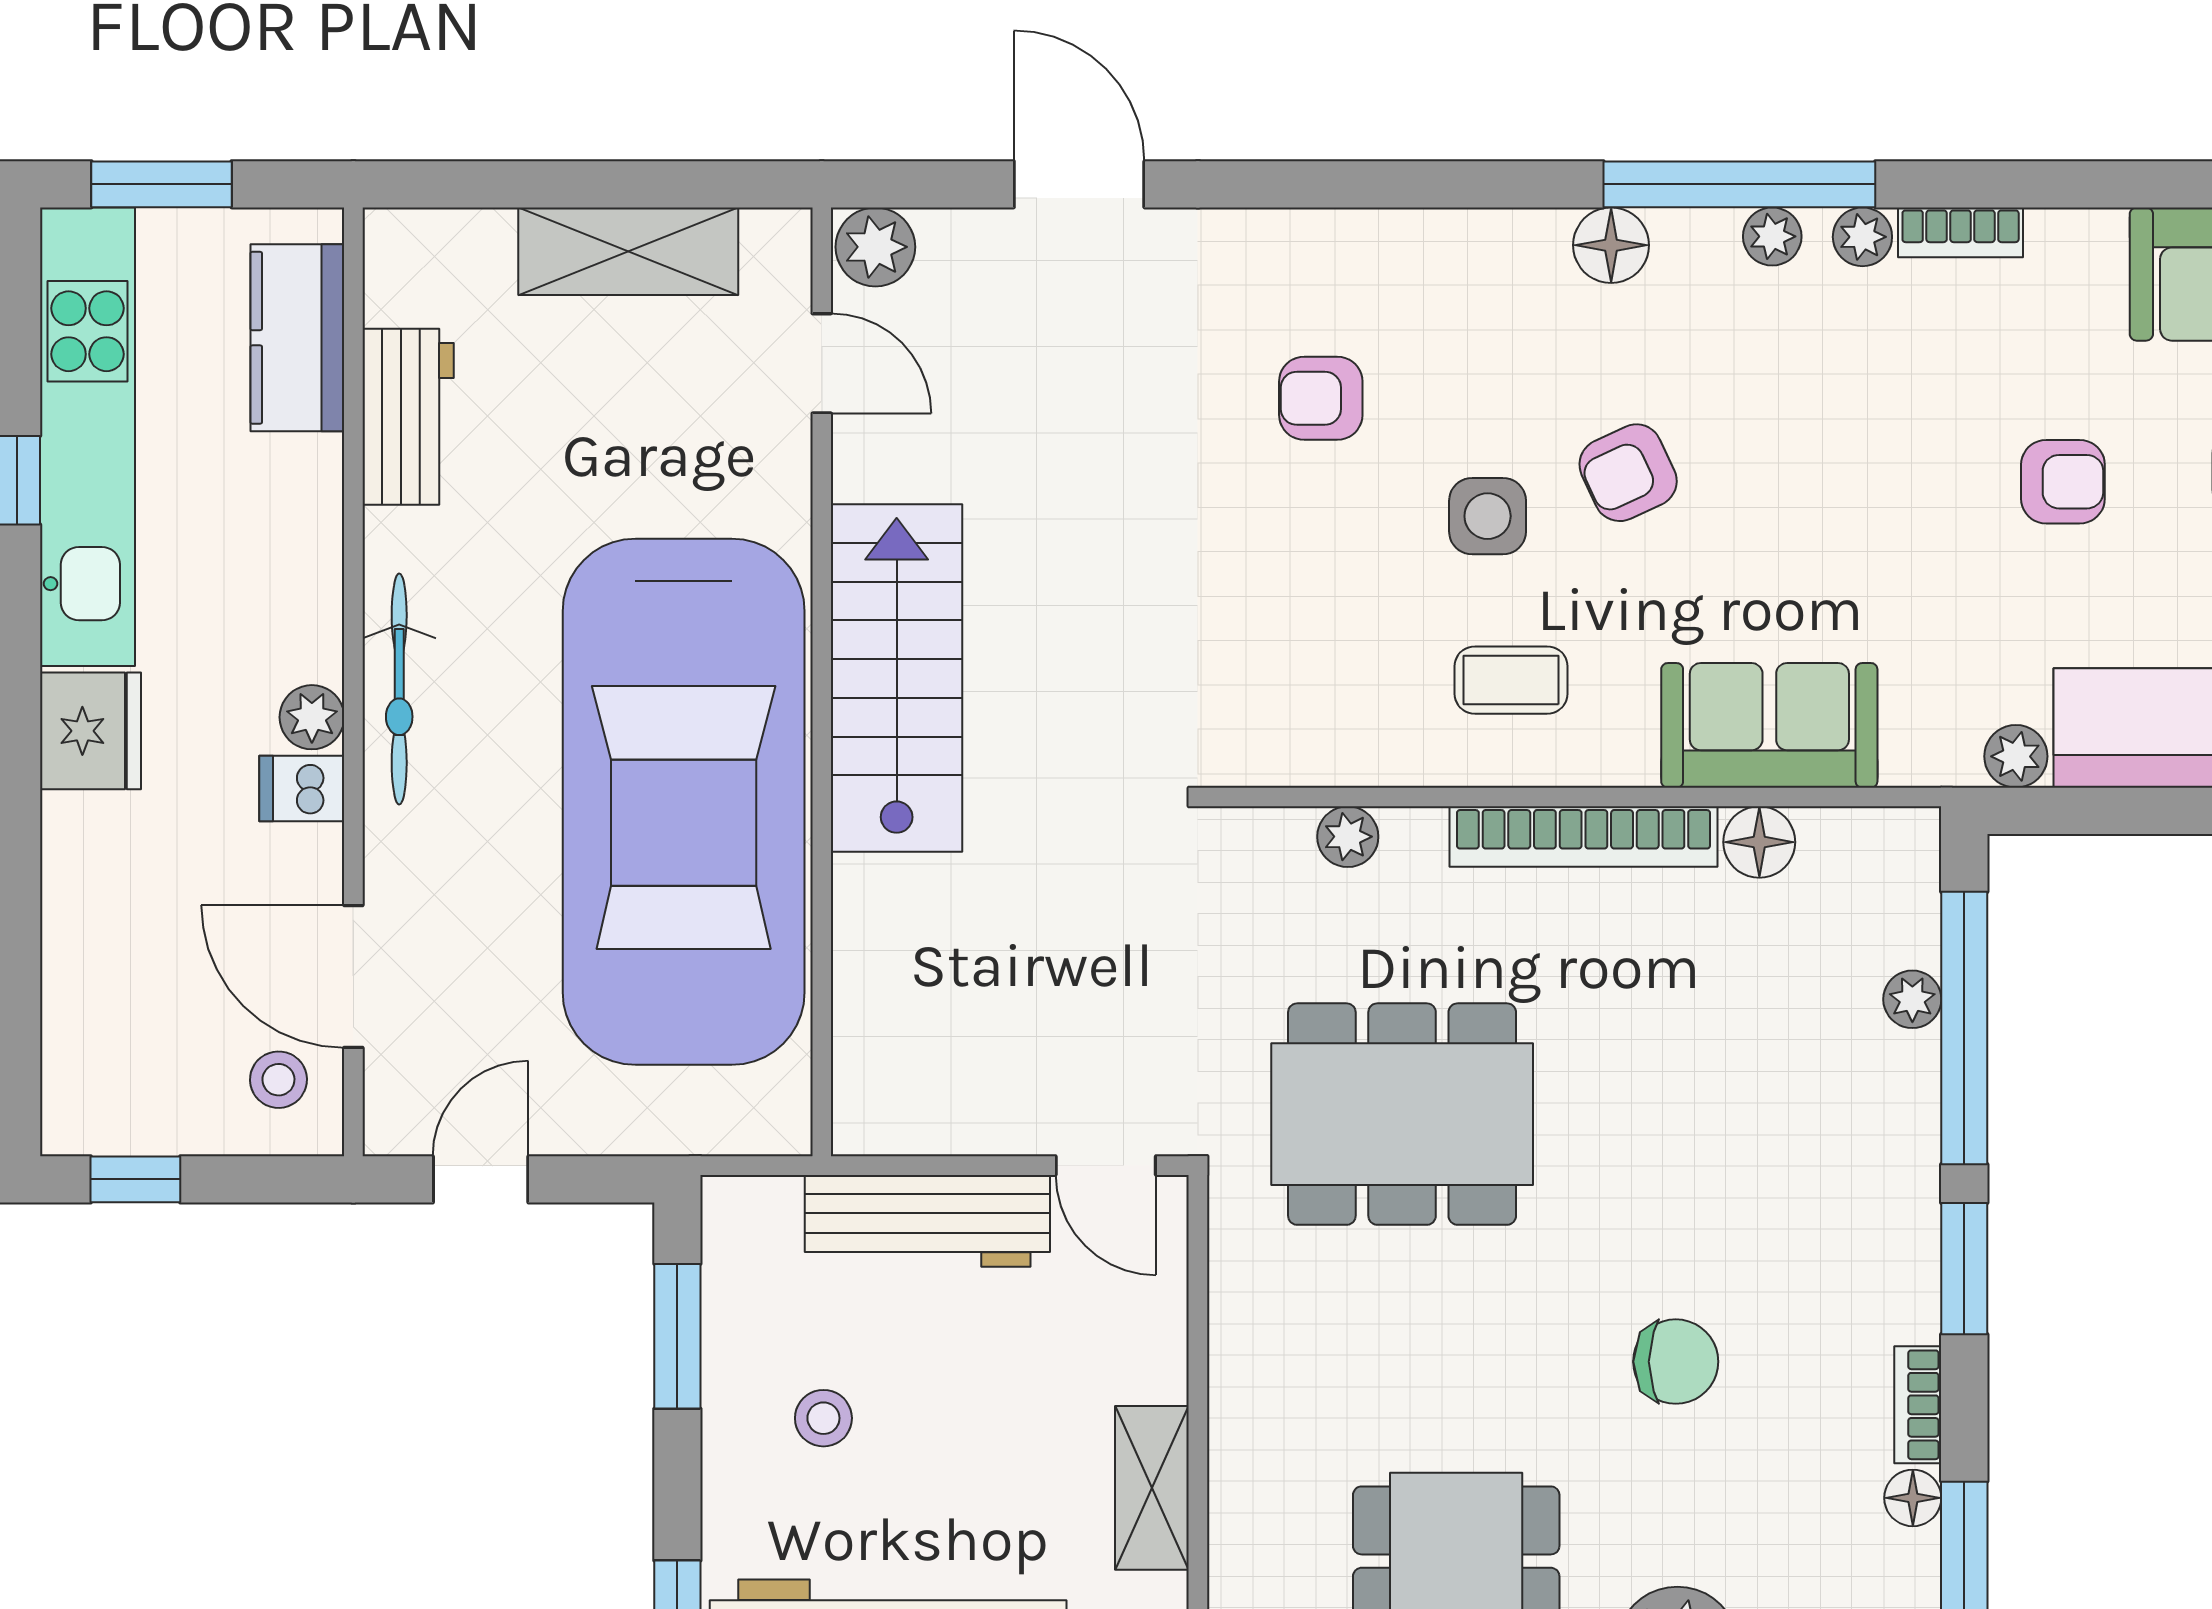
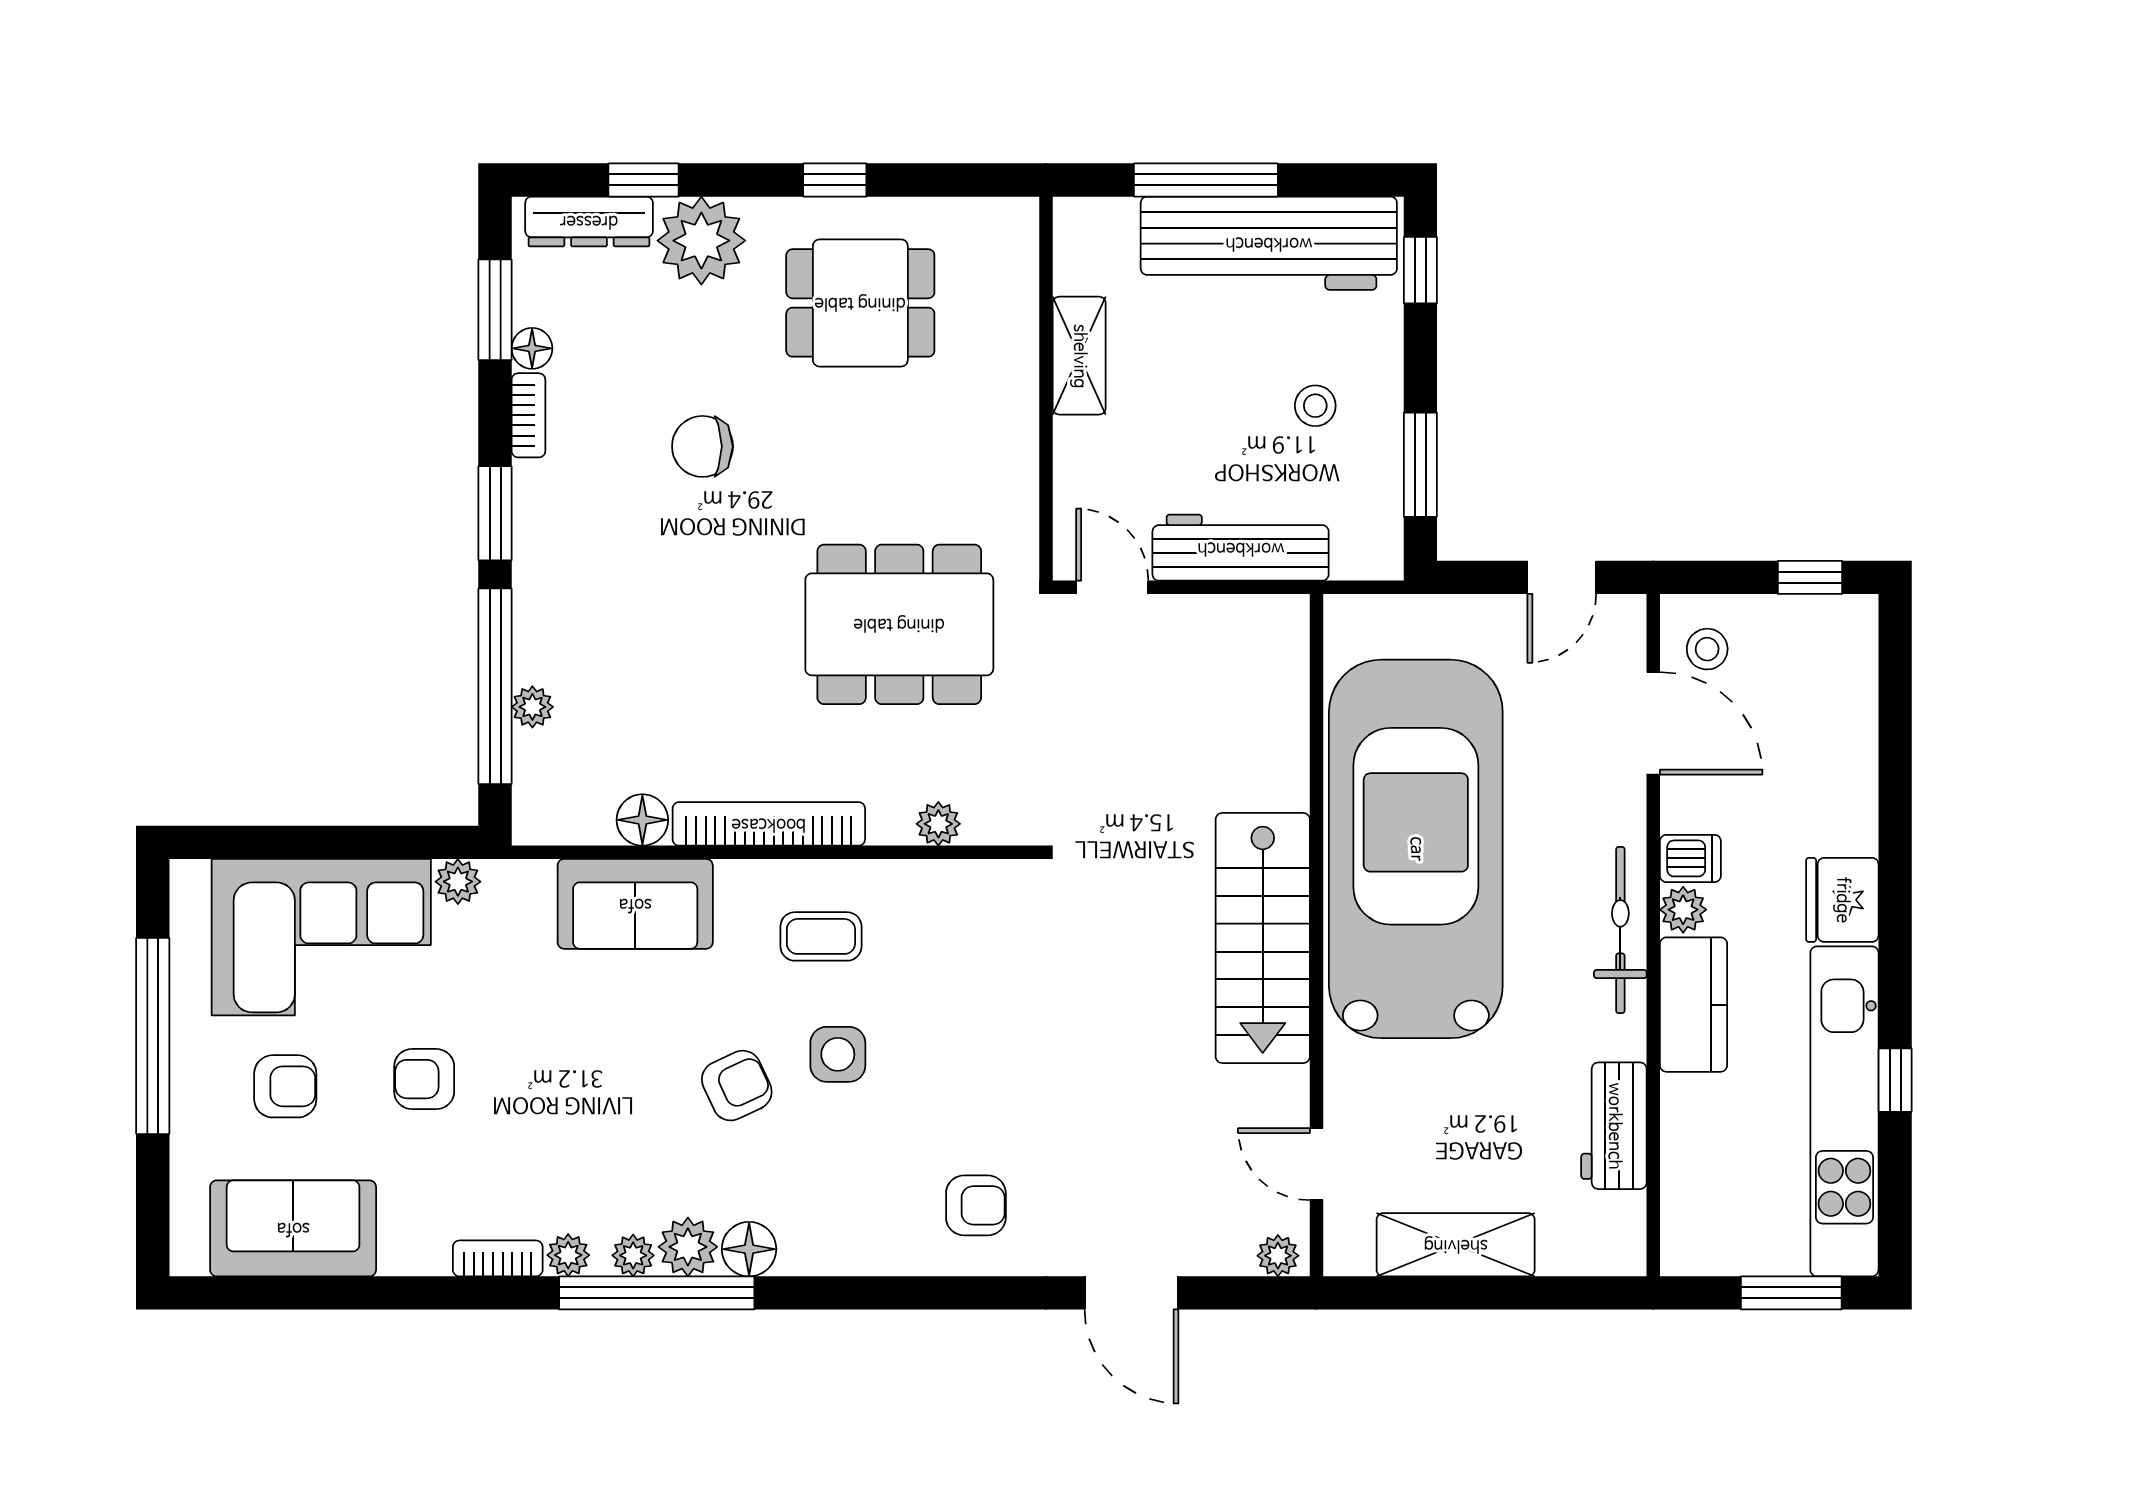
plant: (875, 247) -> (1278, 1256), width x0.73, depth x0.73
plant: (1696, 248) -> (688, 1247), added
kitchen counter: (297, 338) -> (1694, 1005), moved
armchair: (1321, 398) -> (976, 1205), moved

